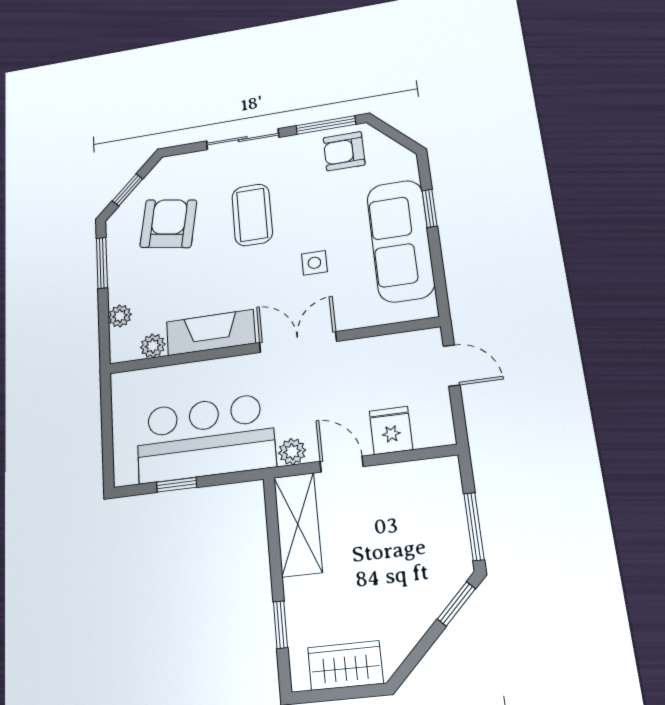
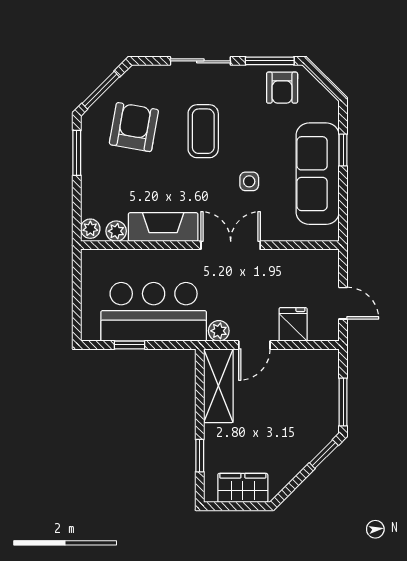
armchair: (344, 151) -> (282, 88), turned -90
window: (128, 190) -> (101, 90), width x1.50
plant: (120, 316) -> (90, 229), moved
door: (451, 365) -> (343, 303), moved
door: (342, 464) -> (254, 345), swing flipped

